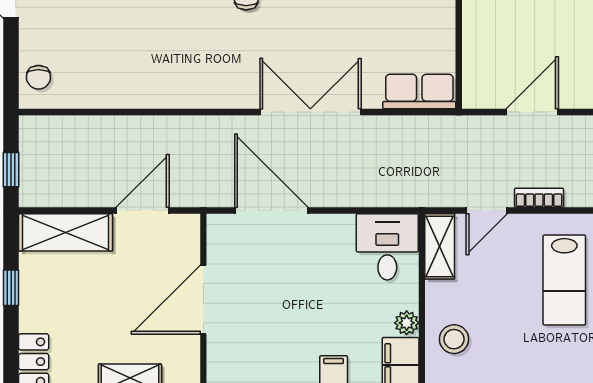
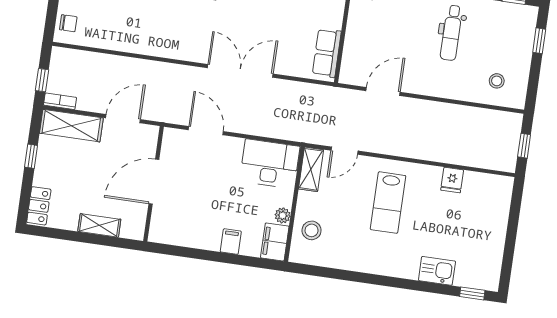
chair: (38, 77) -> (68, 23), turned -90
row of seats: (419, 92) -> (327, 53), moved, turned -90
bookcase: (539, 198) -> (60, 101), moved
door: (271, 211) -> (206, 131), width x0.73
desk: (387, 247) -> (270, 164), width x1.37

